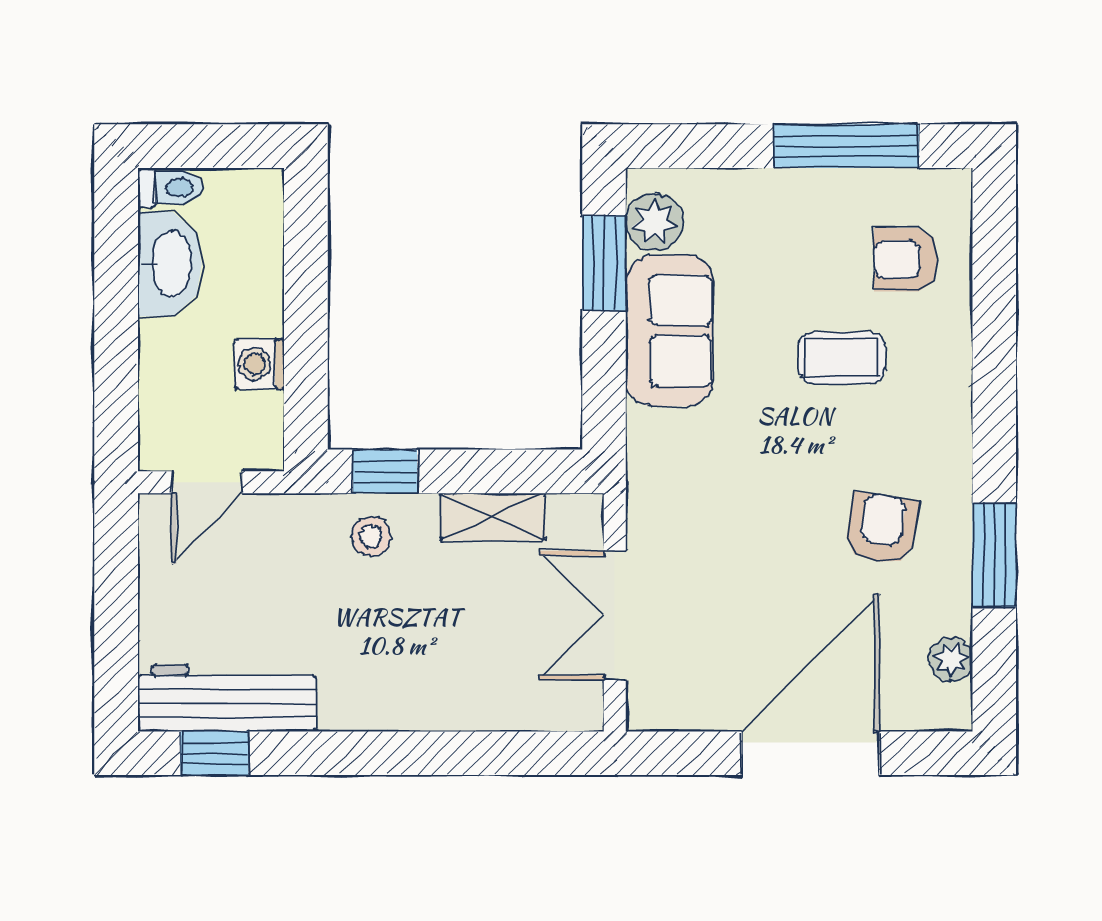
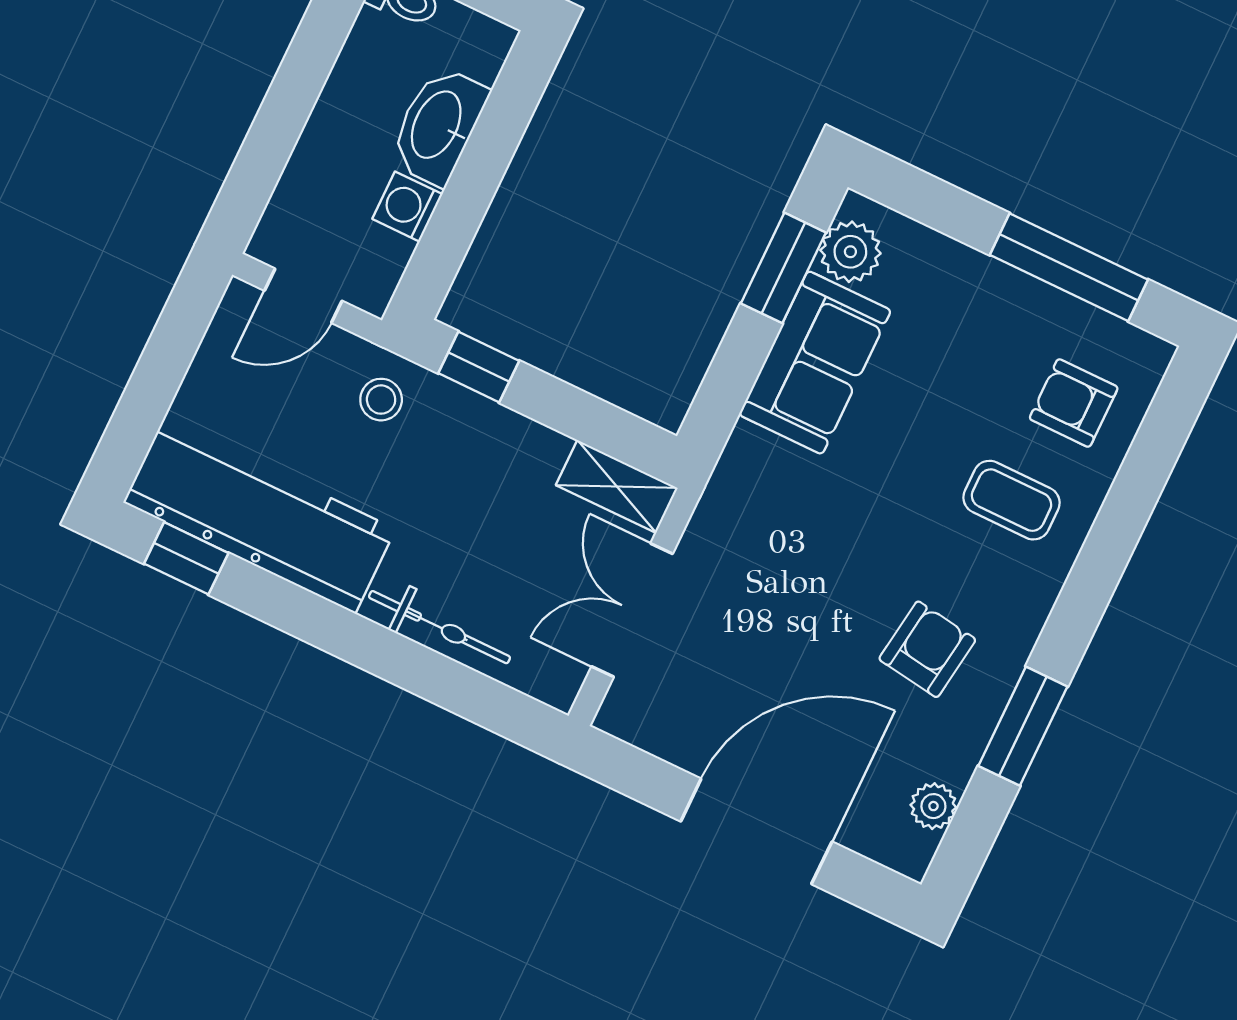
washbasin: (170, 264) -> (438, 125), moved, turned 180
coffee table: (842, 358) -> (1011, 500), moved
shelving: (492, 517) -> (617, 487), moved
stool: (371, 536) -> (381, 400), moved
workbench: (227, 698) -> (259, 516), width x1.36, depth x1.32
bicycle: (458, 708) -> (439, 627), added

